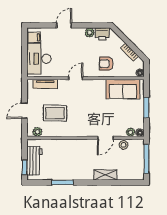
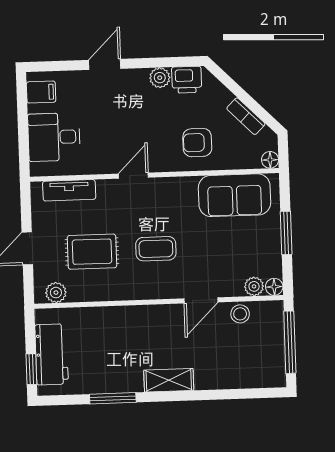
desk: (39, 59) -> (54, 137), width x0.73
coffee table: (85, 113) -> (156, 249), added
shelving: (105, 175) -> (169, 380), moved

